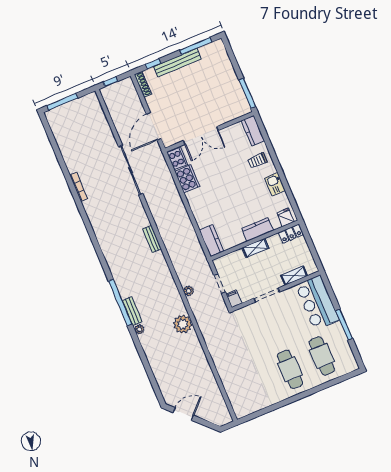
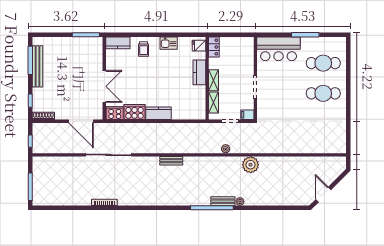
bench: (177, 63) -> (38, 66), moved
kitchen counter: (211, 241) -> (159, 113), moved
shelving: (294, 276) -> (213, 103), moved

